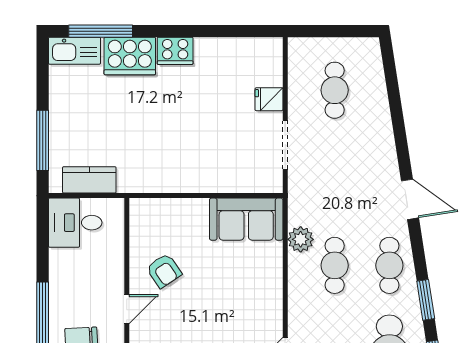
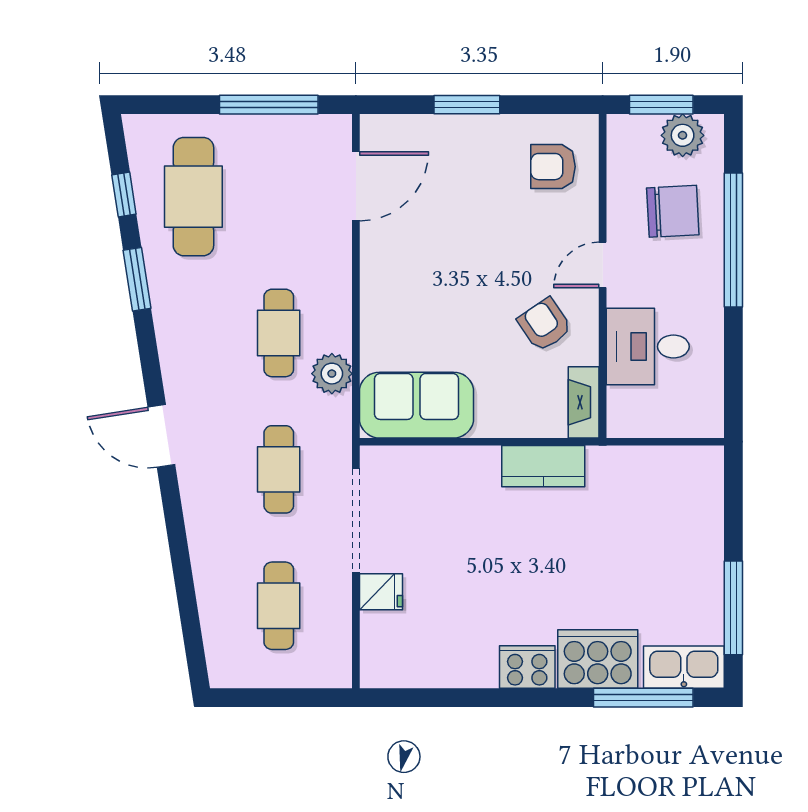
window: (43, 140) -> (733, 608), moved
doorway: (285, 145) -> (356, 520), width x1.36
kitchen counter: (89, 180) -> (543, 466), moved
fireplace: (139, 221) -> (584, 402), added
desk: (75, 223) -> (648, 347), moved, turned 180
cafe table: (389, 265) -> (279, 469), moved

